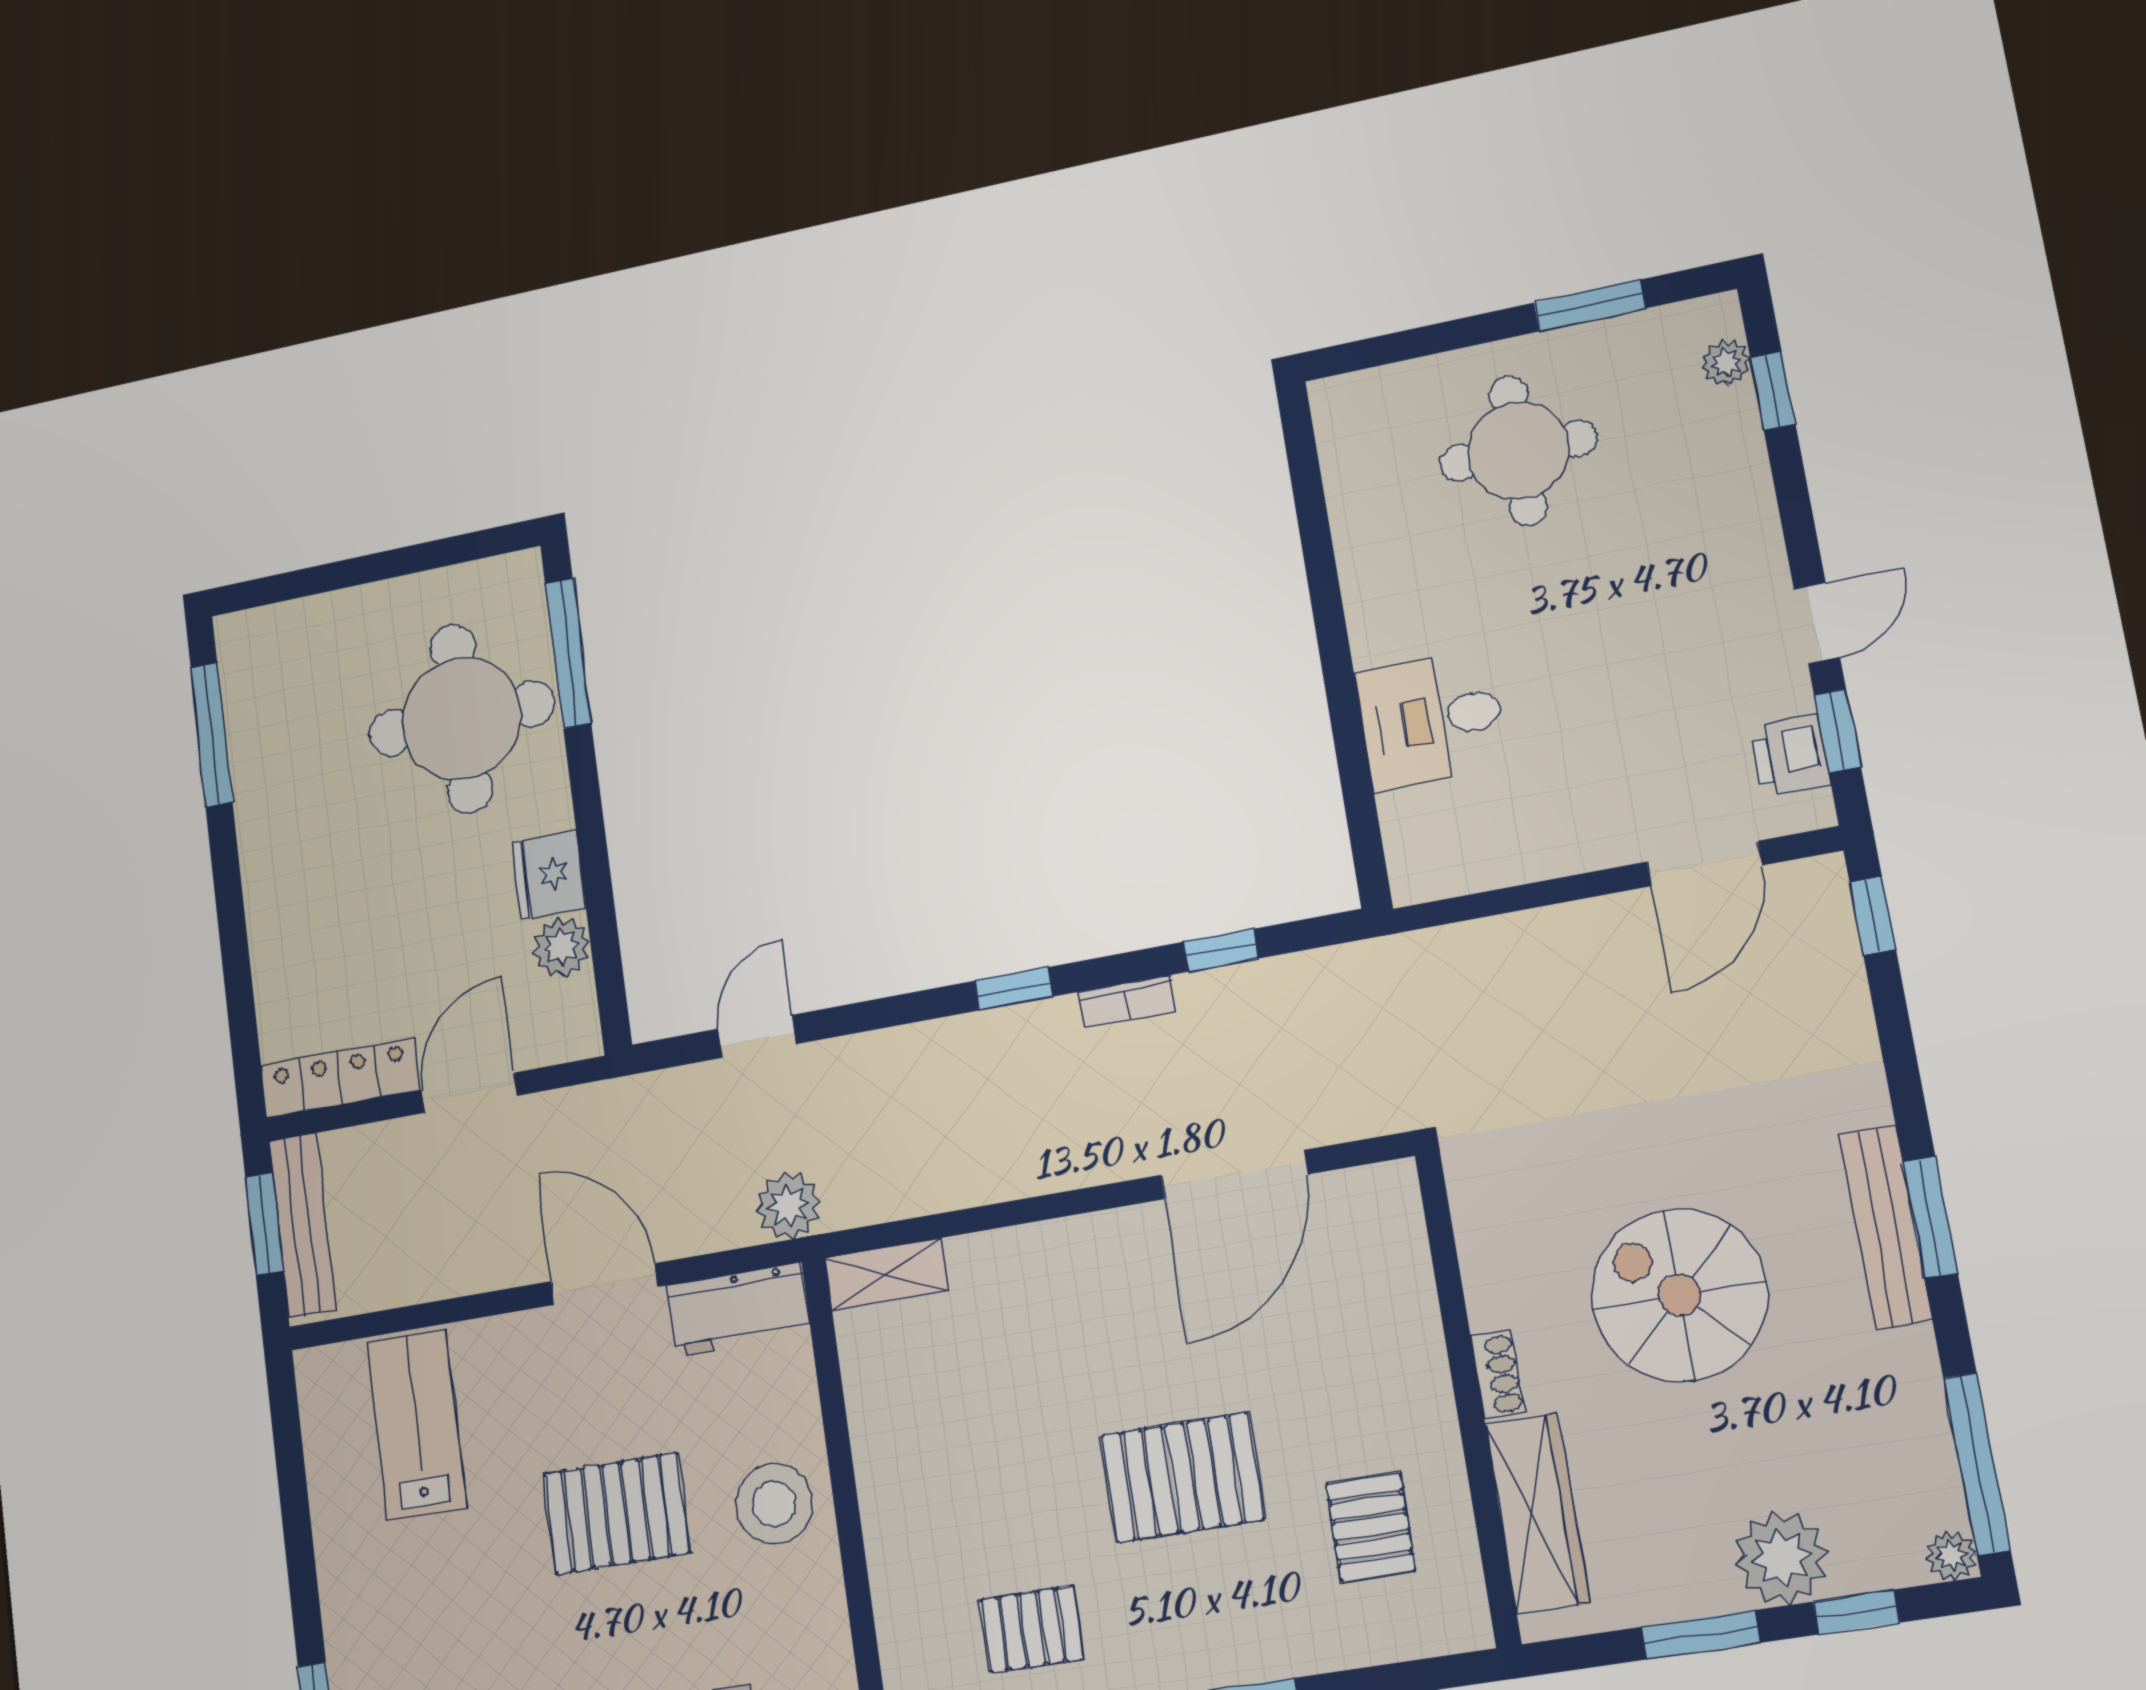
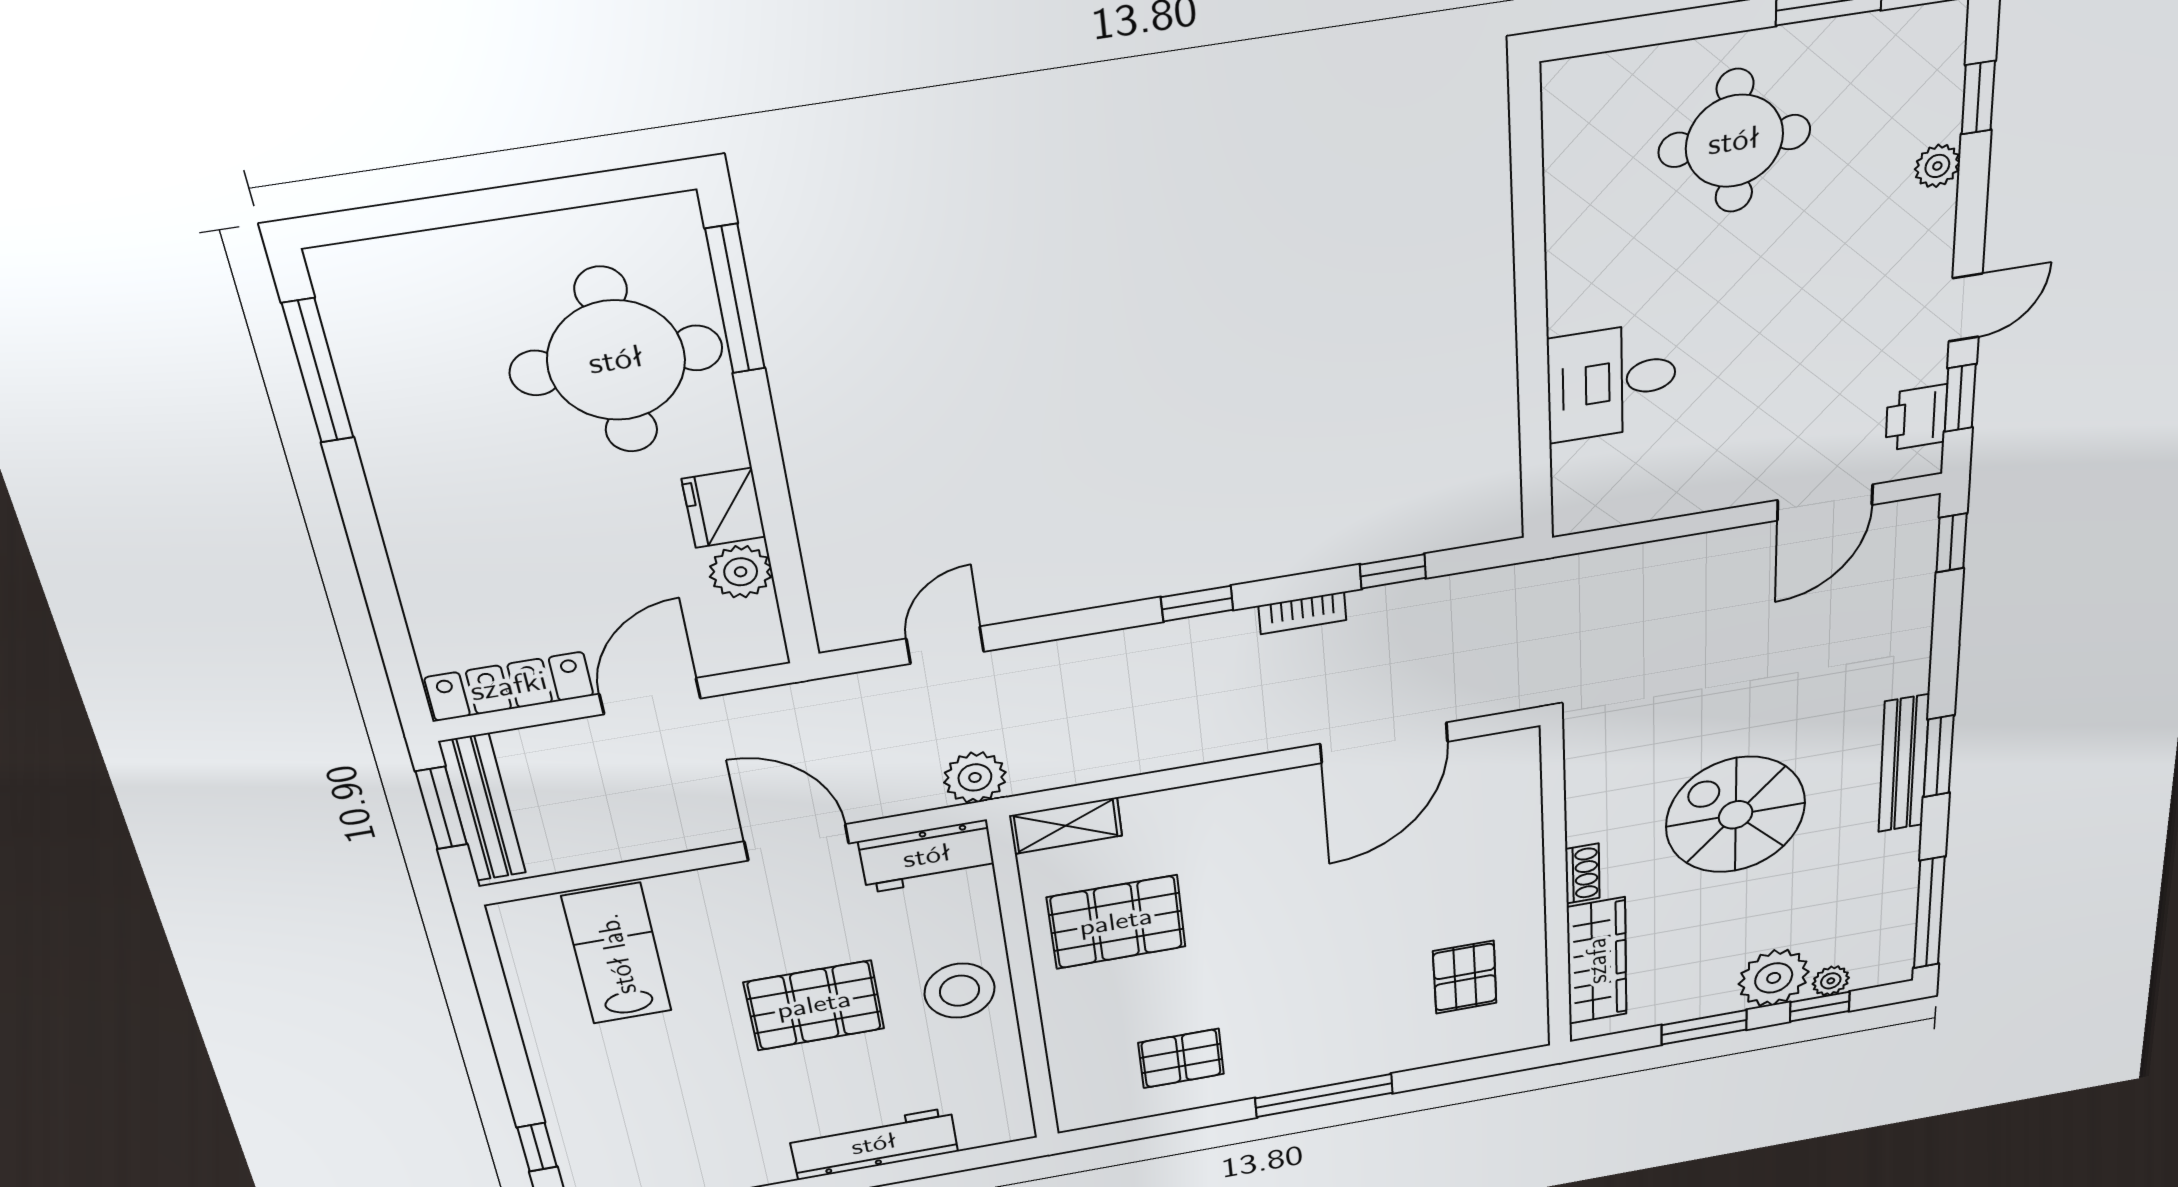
plant: (1726, 363) -> (1937, 166), moved
pallet: (1182, 1477) -> (1116, 922), moved
plant: (1951, 1556) -> (1831, 981), moved

